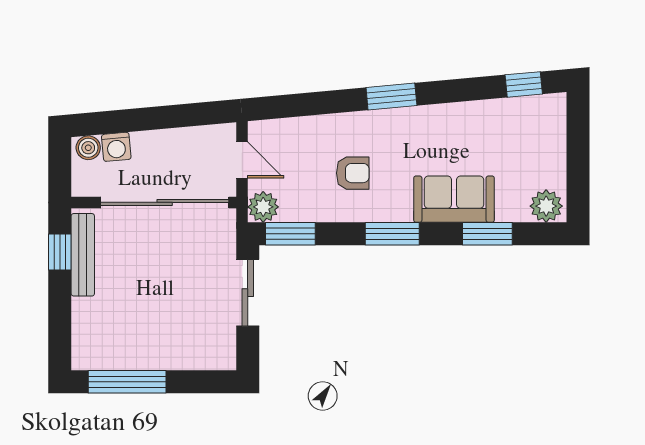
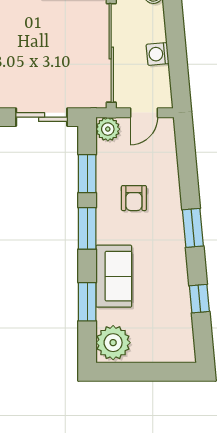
window: (524, 84) -> (199, 299), moved
washing machine: (116, 147) -> (158, 54), moved
plant: (546, 206) -> (113, 343), width x1.36, depth x1.36
window: (290, 234) -> (87, 174), moved

